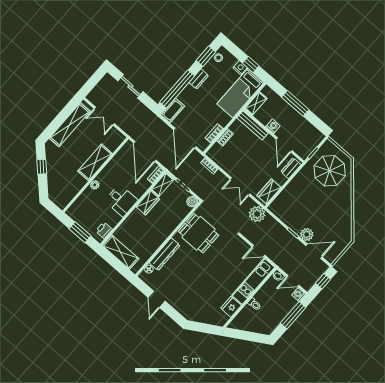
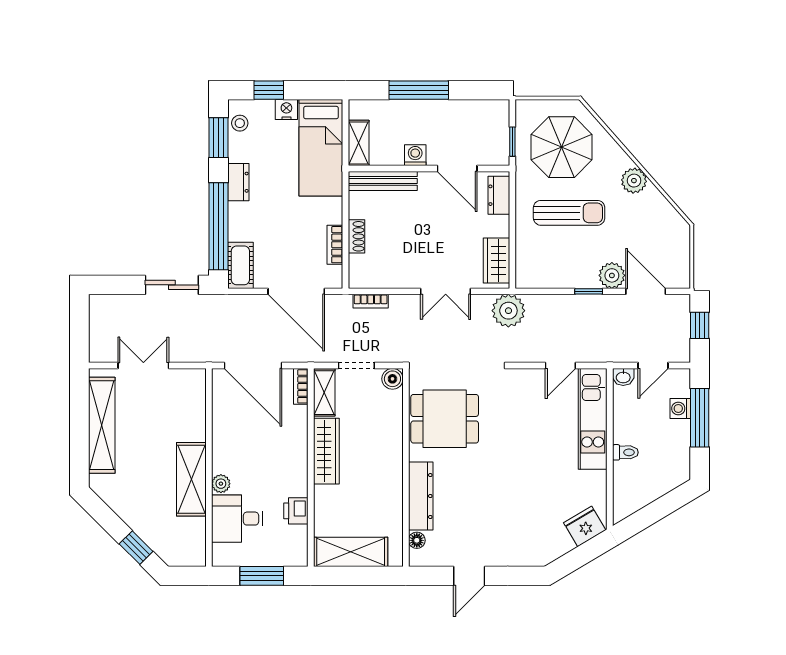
window: (251, 64) -> (269, 90), moved
sliding door: (130, 86) -> (172, 285), moved
double door: (104, 116) -> (143, 366), swing flipped
shelving: (95, 162) -> (191, 479), moved
window: (42, 167) -> (136, 548), moved
sun lounger: (311, 197) -> (569, 213), added
desk: (121, 200) -> (237, 519), moved, turned 180
wardrobe: (148, 203) -> (326, 451), width x1.50
plant: (346, 207) -> (634, 181), added
printer: (104, 230) -> (296, 511), moved
door: (314, 251) -> (646, 291), hinge flipped
washing machine: (299, 295) -> (680, 408), moved
door: (157, 299) -> (469, 576), hinge flipped
fridge: (231, 307) -> (585, 526), moved, turned 59

